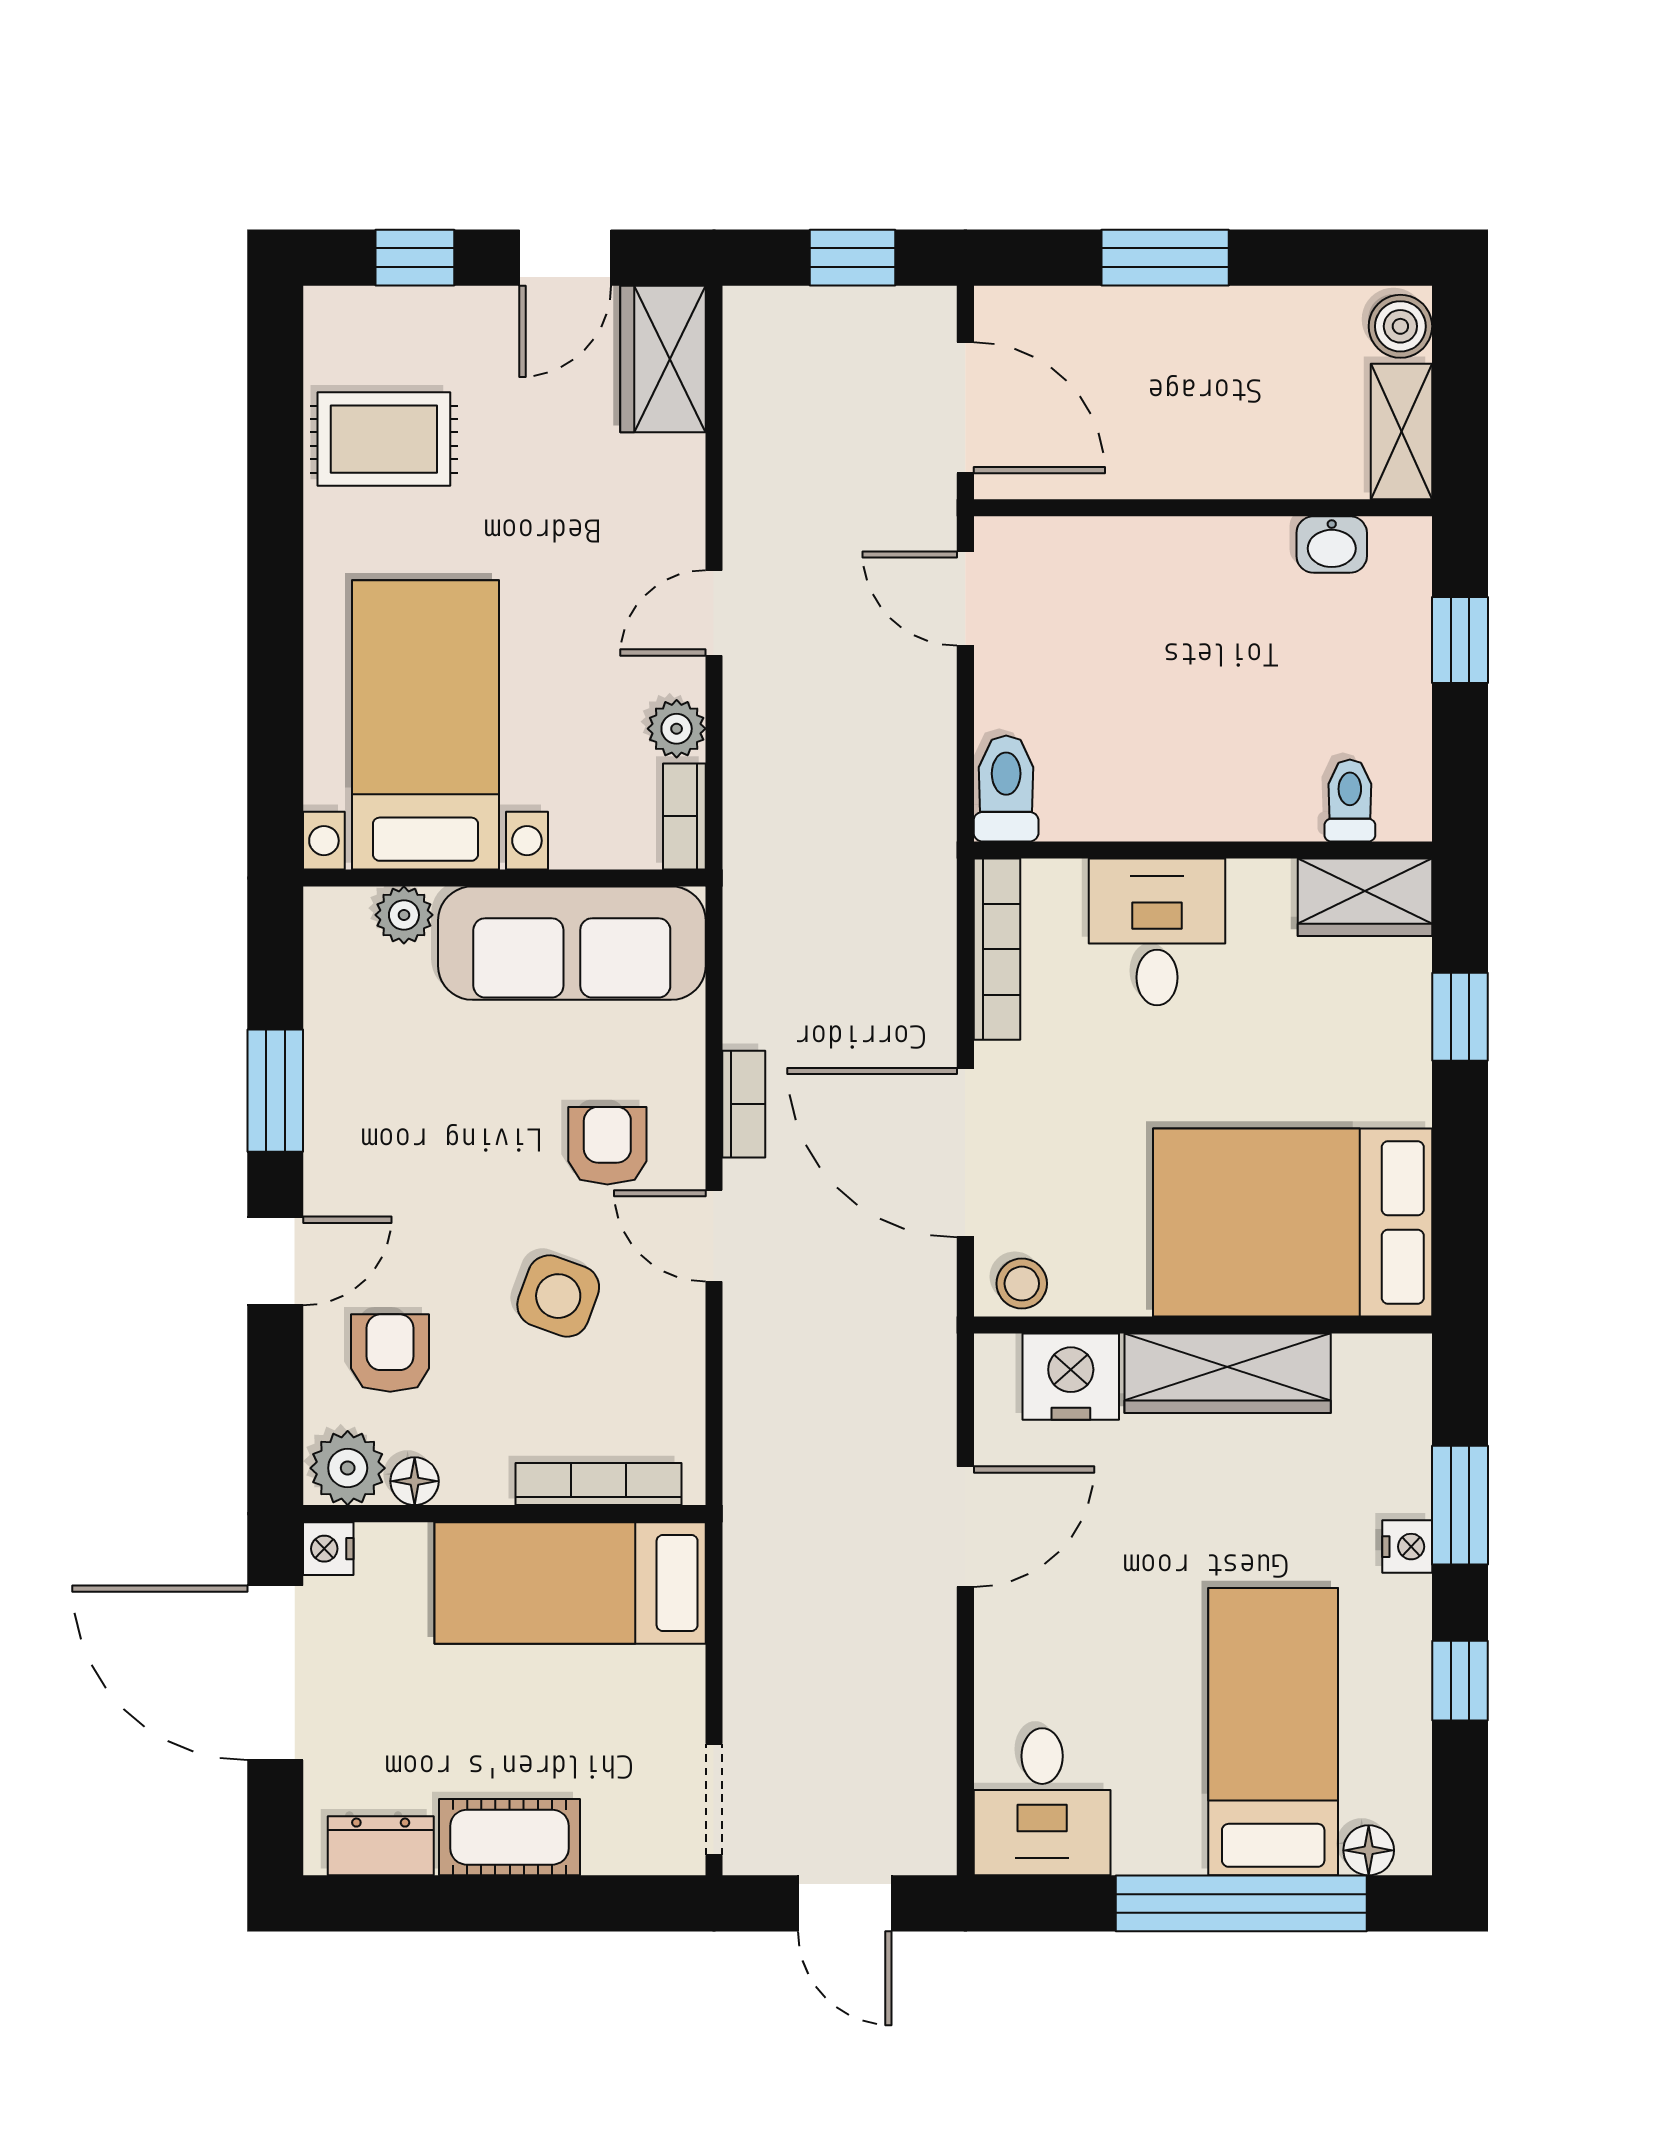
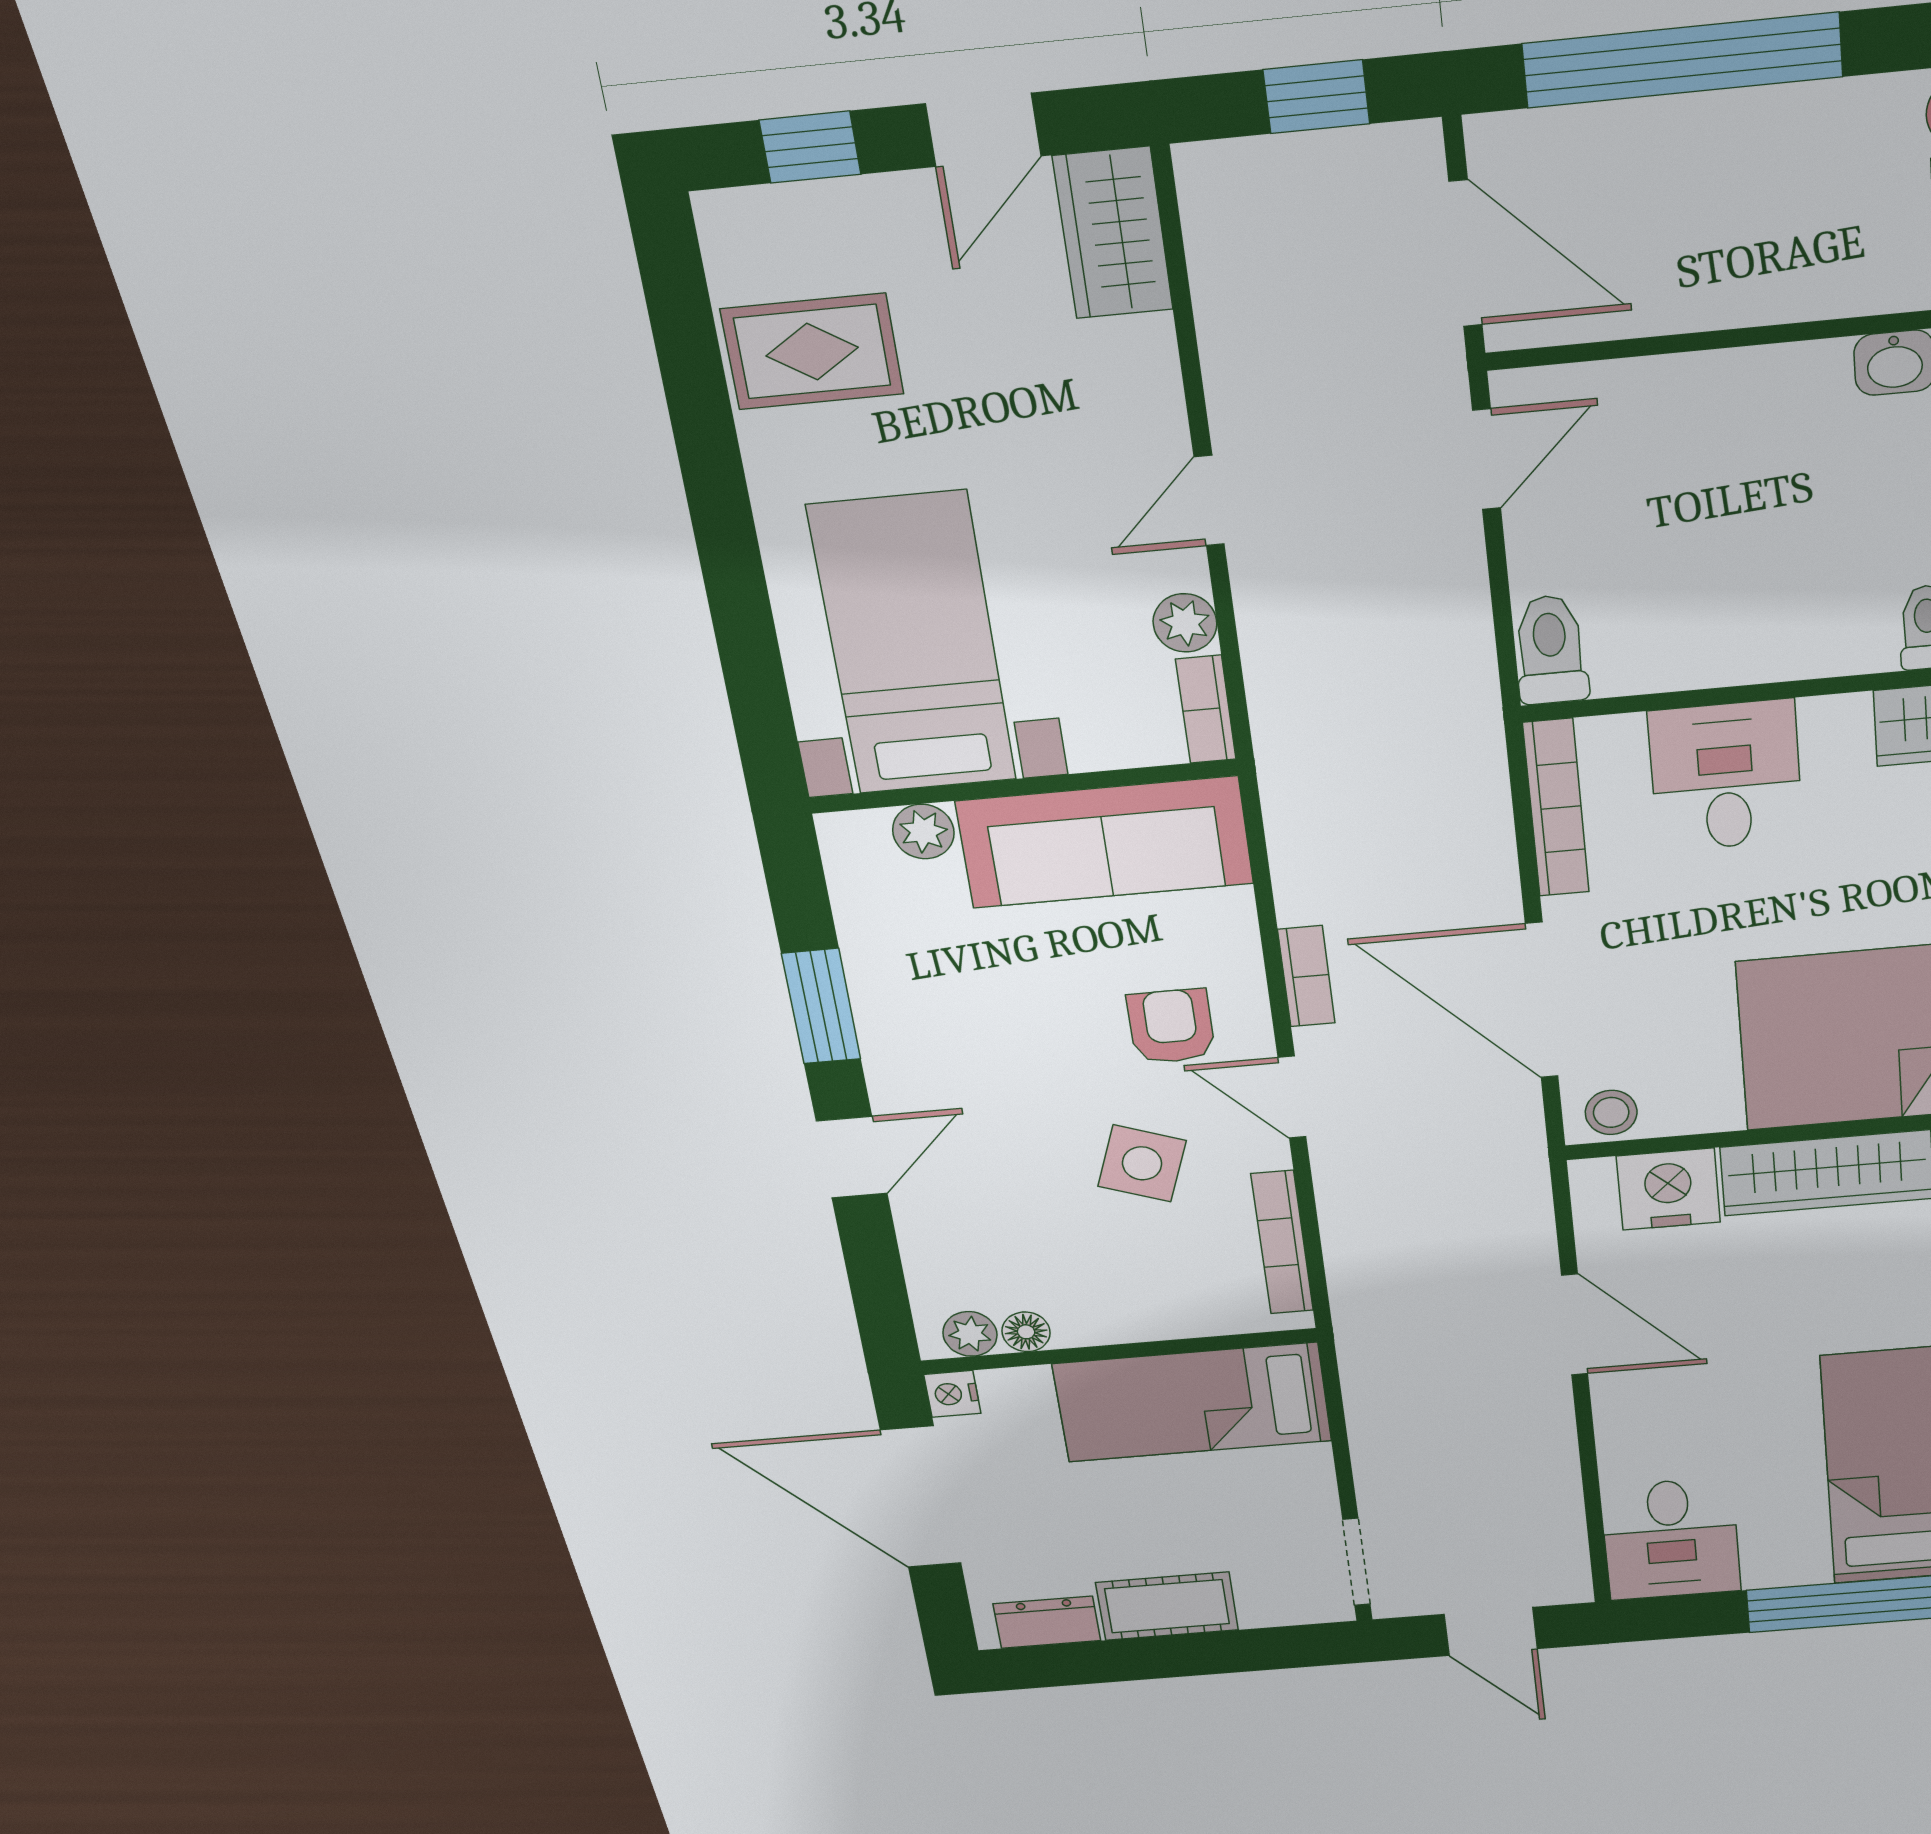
window: (1165, 258) -> (1683, 60), width x2.11
door: (965, 598) -> (1487, 459), swing flipped
armchair: (390, 1353) -> (982, 1227), removed
plant: (348, 1468) -> (970, 1334), width x0.73, depth x0.73
bookcase: (599, 1484) -> (1282, 1242), moved, turned -90
door: (965, 1527) -> (1575, 1325), hinge flipped

